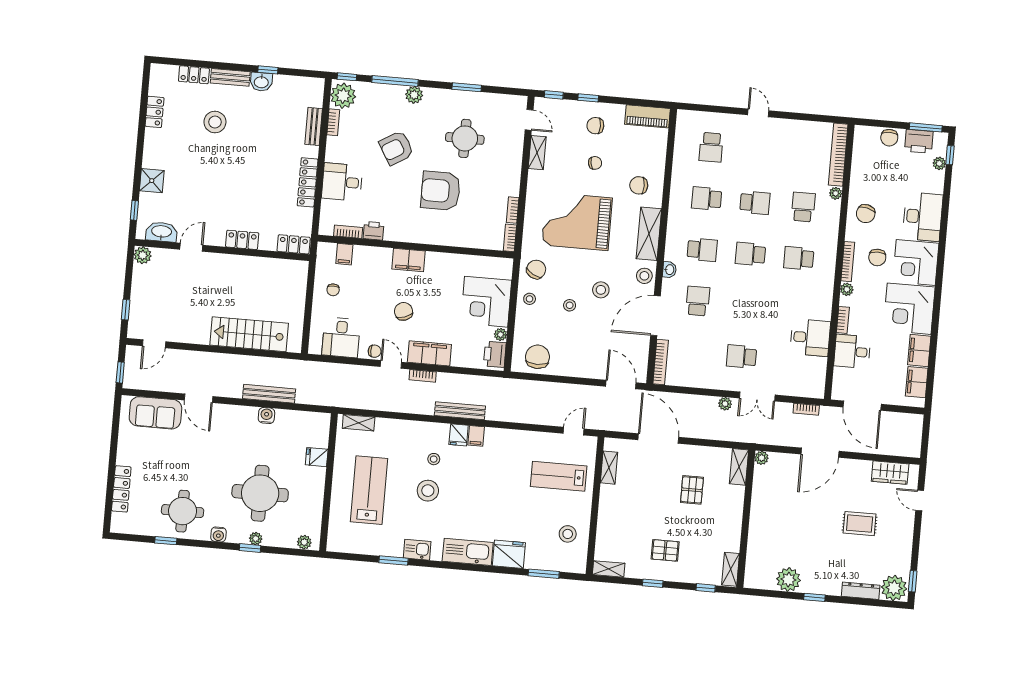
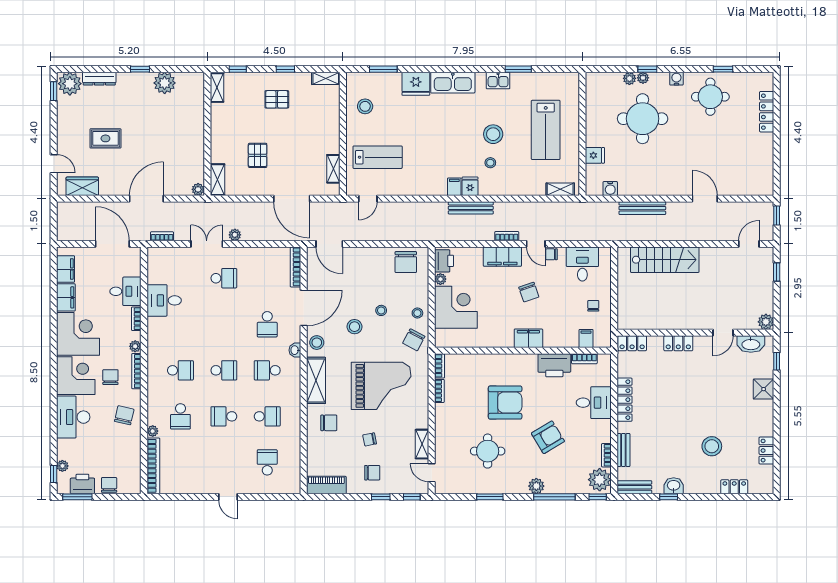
bench: (230, 77) -> (634, 487), moved
printer: (373, 231) -> (554, 365), width x1.87, depth x1.48
sofa: (155, 413) -> (742, 182), removed
water cooler: (266, 416) -> (610, 189), moved
plant: (304, 542) -> (629, 78), moved

